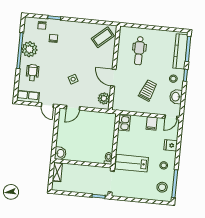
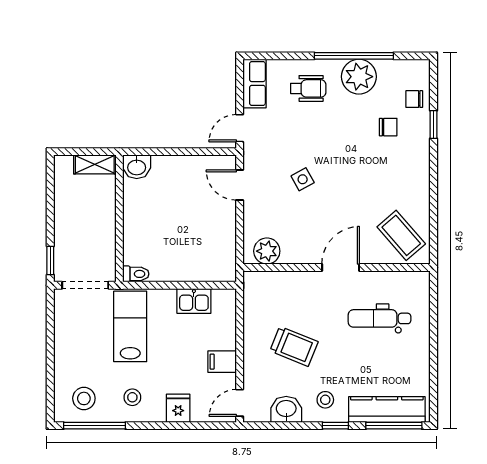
door: (113, 78) -> (341, 267), moved
door: (171, 117) -> (240, 403), hinge flipped
kitchen sink: (124, 123) -> (194, 301), moved

